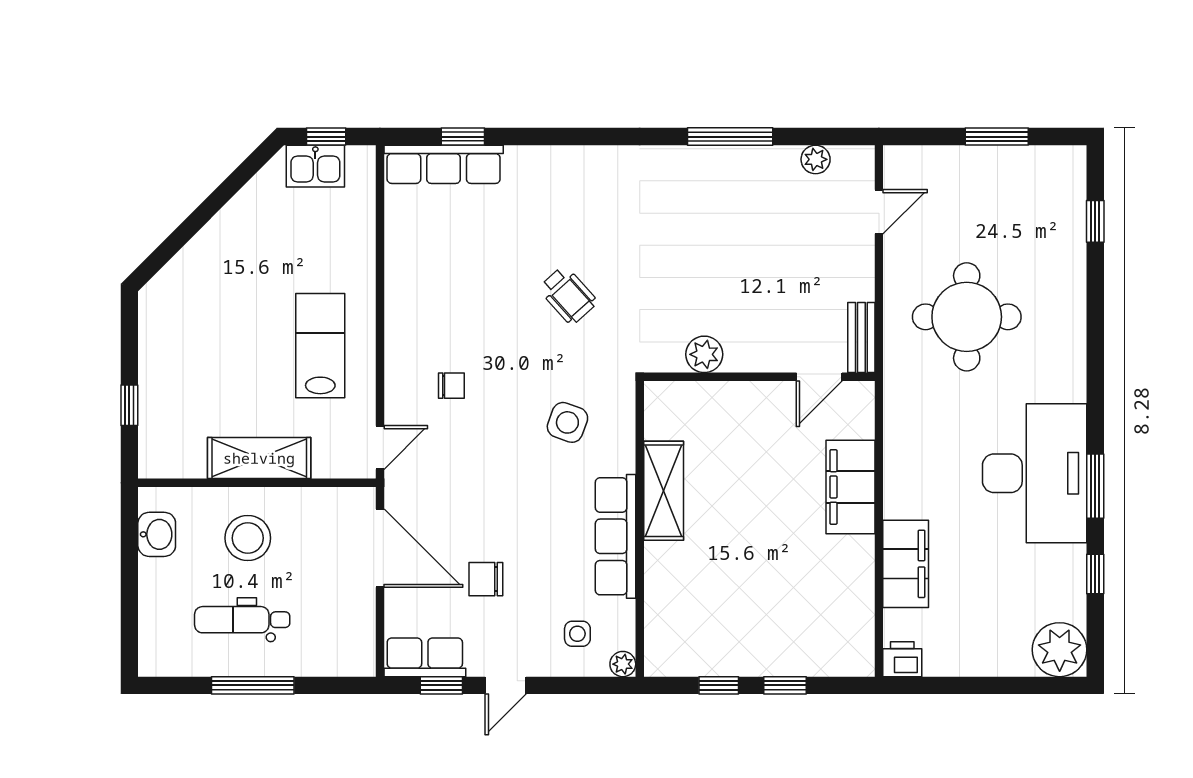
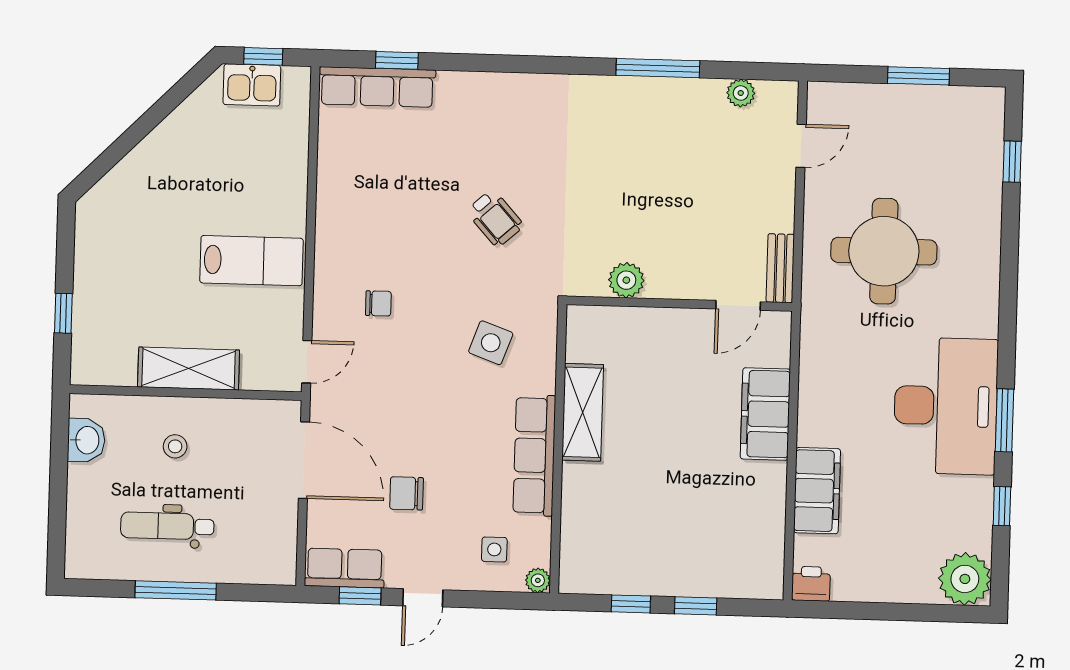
lab bench: (320, 346) -> (252, 261), turned 90
stool: (248, 538) -> (175, 446), width x0.53, depth x0.53

